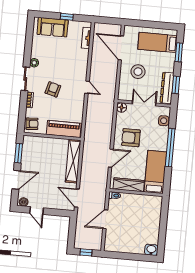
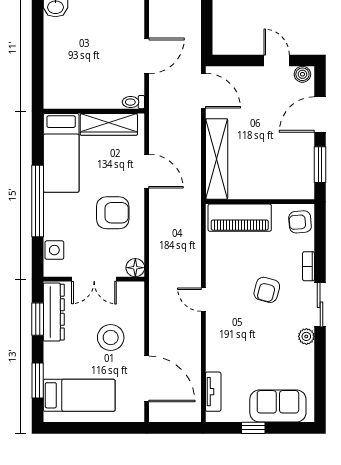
door: (111, 158) -> (147, 171), swing flipped

